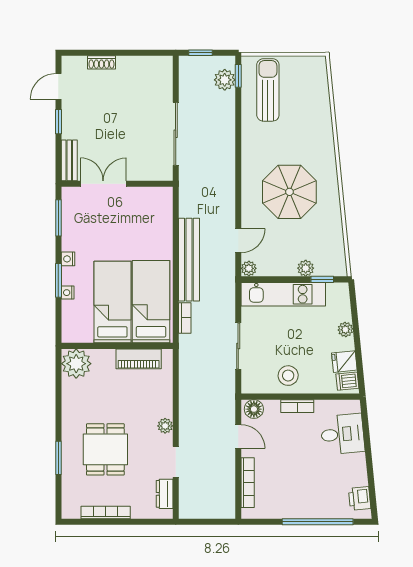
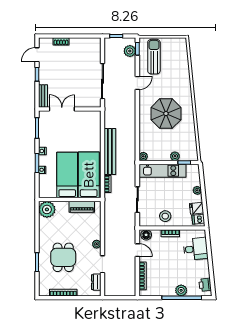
door: (238, 241) -> (137, 83), moved
plant: (317, 508) -> (181, 290), added

